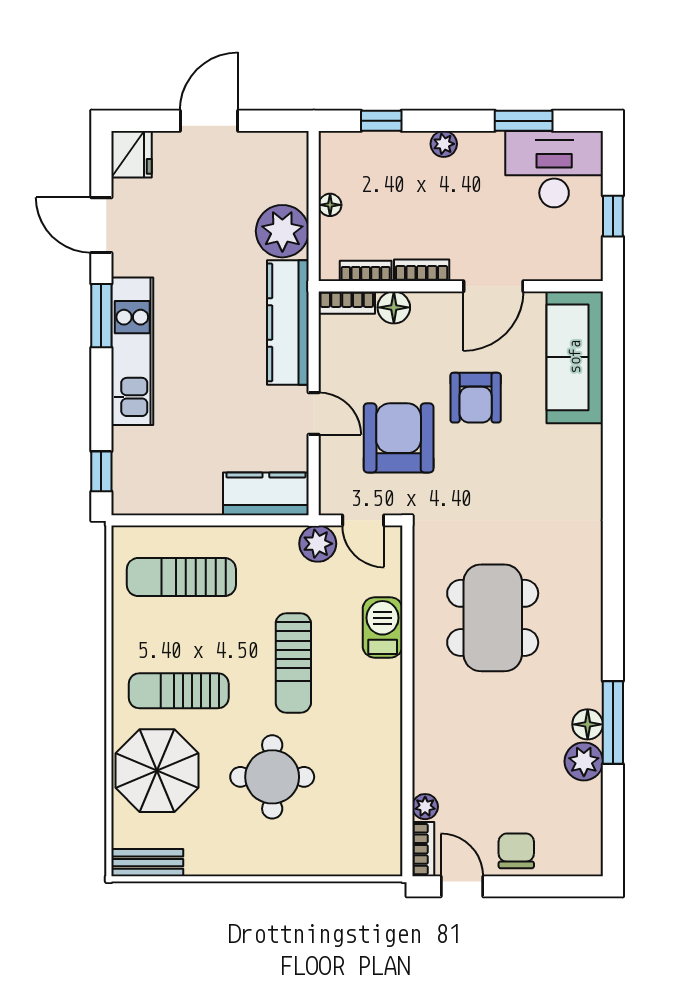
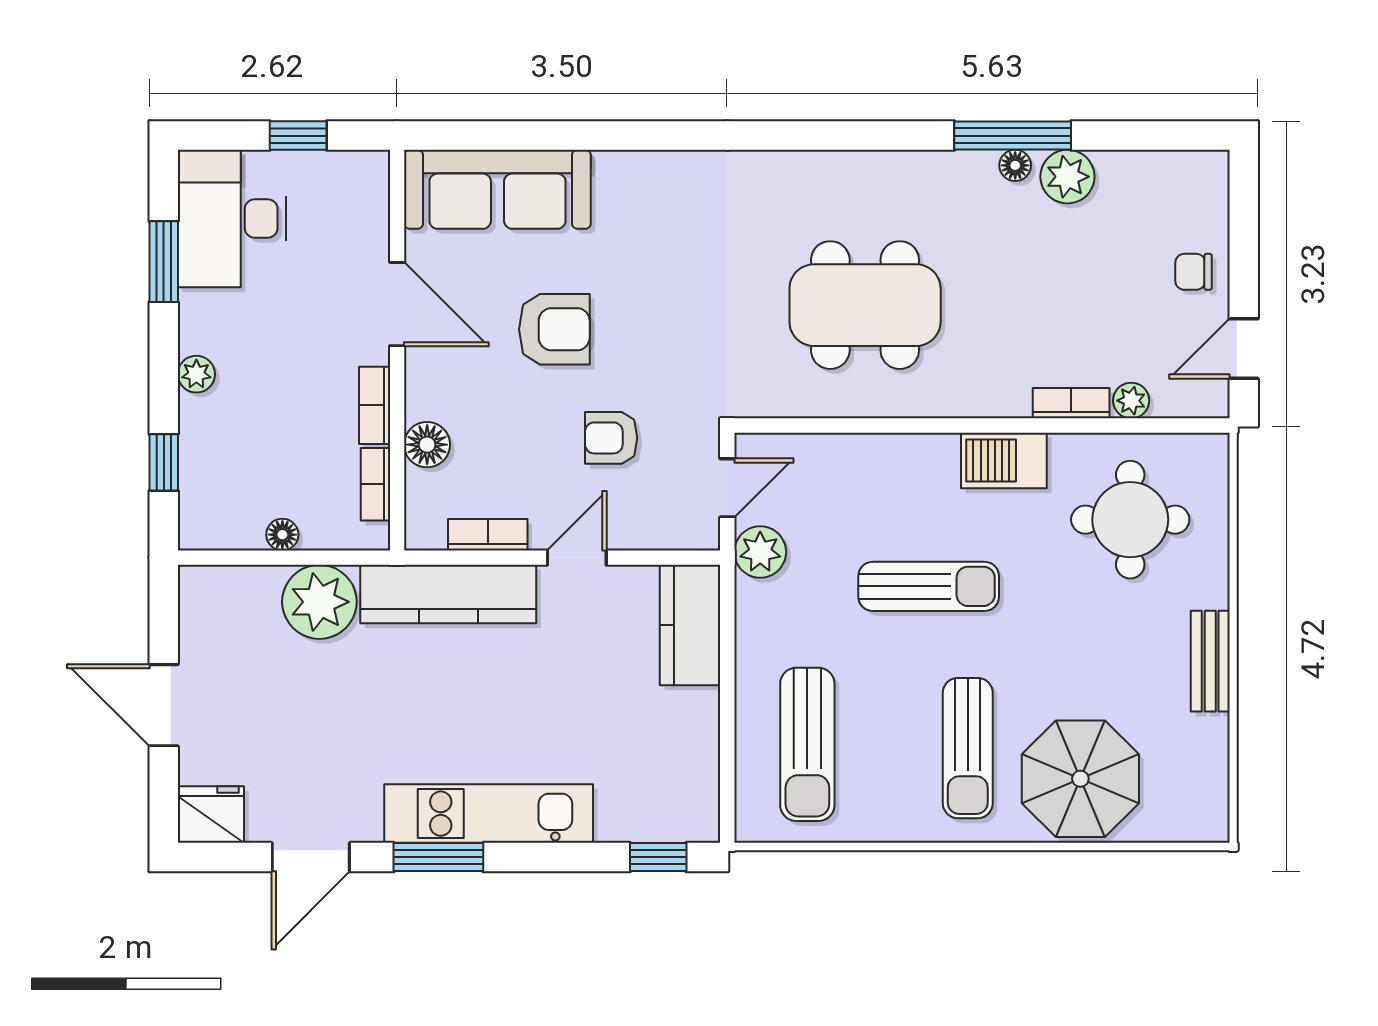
bookcase: (347, 303) -> (488, 535), moved, turned -90
armchair: (399, 438) -> (611, 438), width x0.53, depth x0.53
barbecue: (383, 627) -> (1004, 461), moved
floor lamp: (588, 724) -> (1015, 165), width x0.73, depth x0.73
round table: (272, 777) -> (1130, 520), moved
bookcase: (423, 849) -> (1071, 403), moved
chair: (516, 851) -> (1194, 272), width x0.73, depth x0.73
bench: (147, 863) -> (1210, 661), moved

